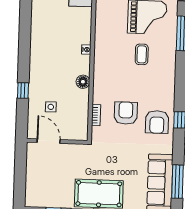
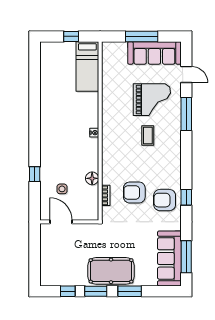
floor lamp: (83, 82) -> (92, 178), moved
armchair: (126, 113) -> (134, 192), turned -90
armchair: (157, 122) -> (165, 200), turned 90

